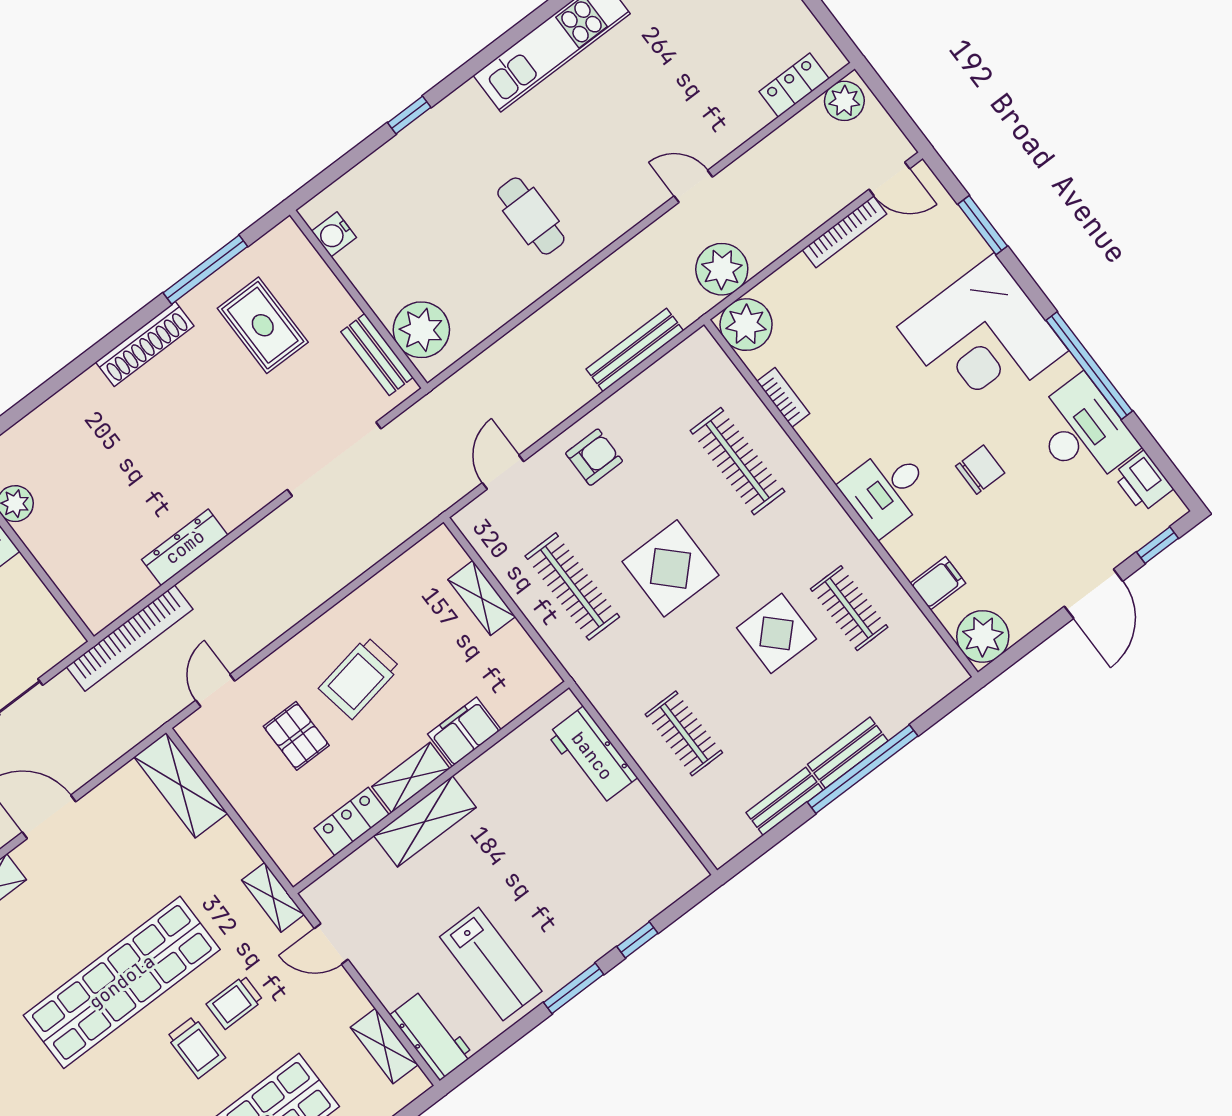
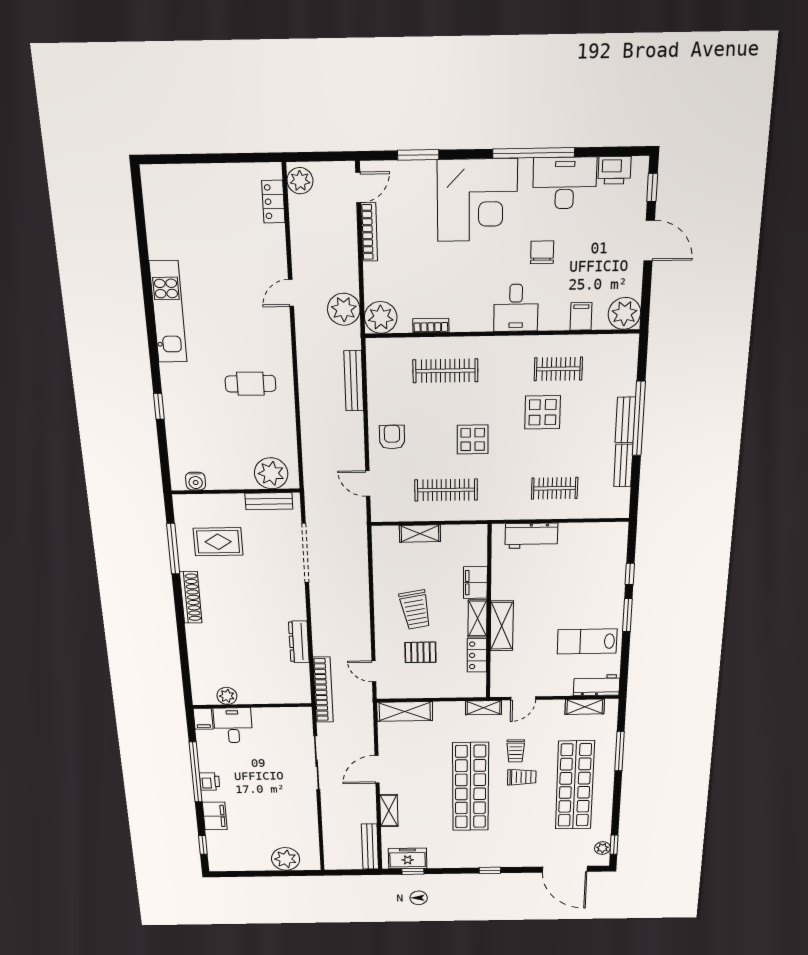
display table: (670, 568) -> (473, 439), width x0.73, depth x0.73
lab bench: (491, 964) -> (587, 641), turned 180

